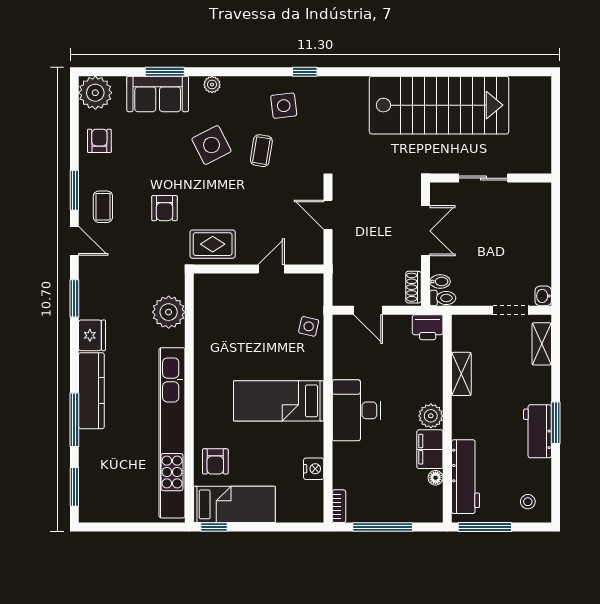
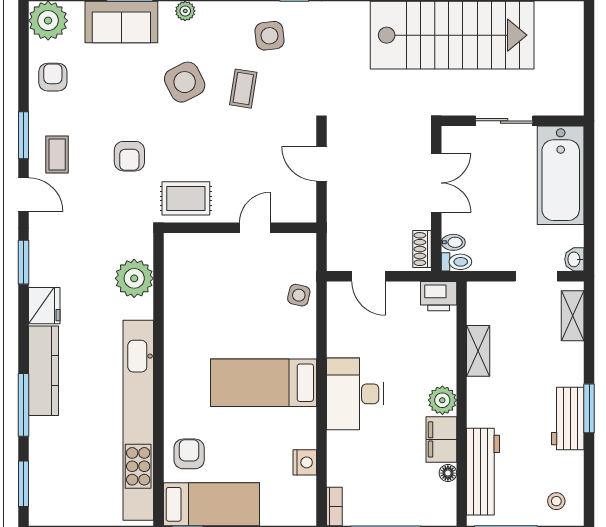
bathtub: (532, 224) -> (561, 175), added
armchair: (215, 461) -> (189, 454), turned 180

